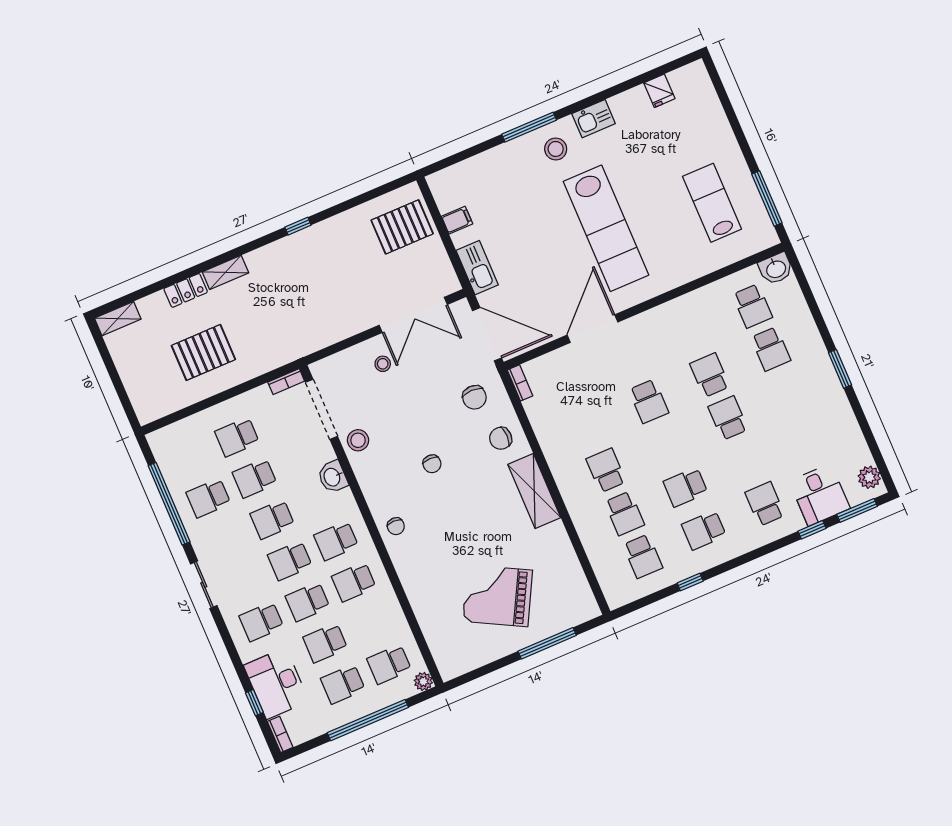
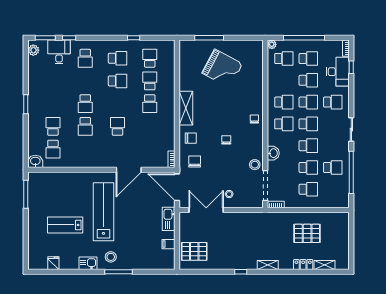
lab bench: (712, 203) -> (65, 225), moved, turned 90
shelving: (225, 272) -> (268, 265), moved
school desk: (752, 306) -> (53, 149), turned 180
shelving: (118, 319) -> (324, 265), moved

